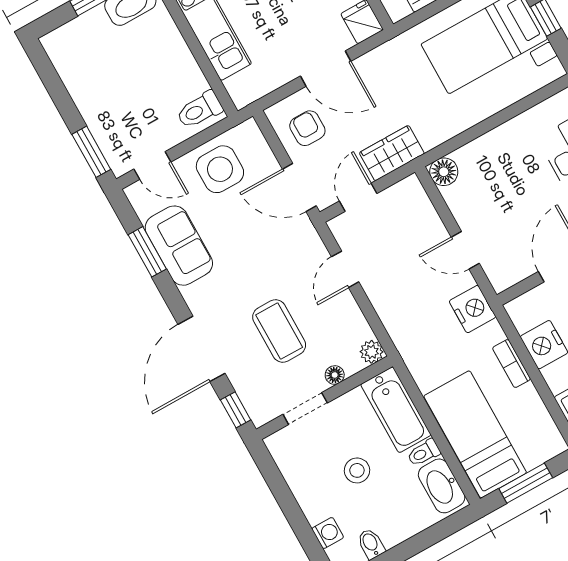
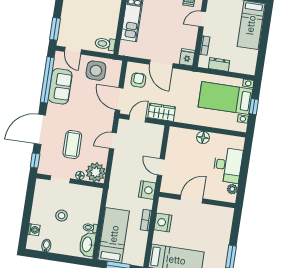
floor lamp: (444, 172) -> (203, 137), moved
window: (147, 252) -> (47, 80), width x2.11
plant: (372, 352) -> (96, 172), width x1.87, depth x1.87
bathtub: (396, 410) -> (92, 205), removed

